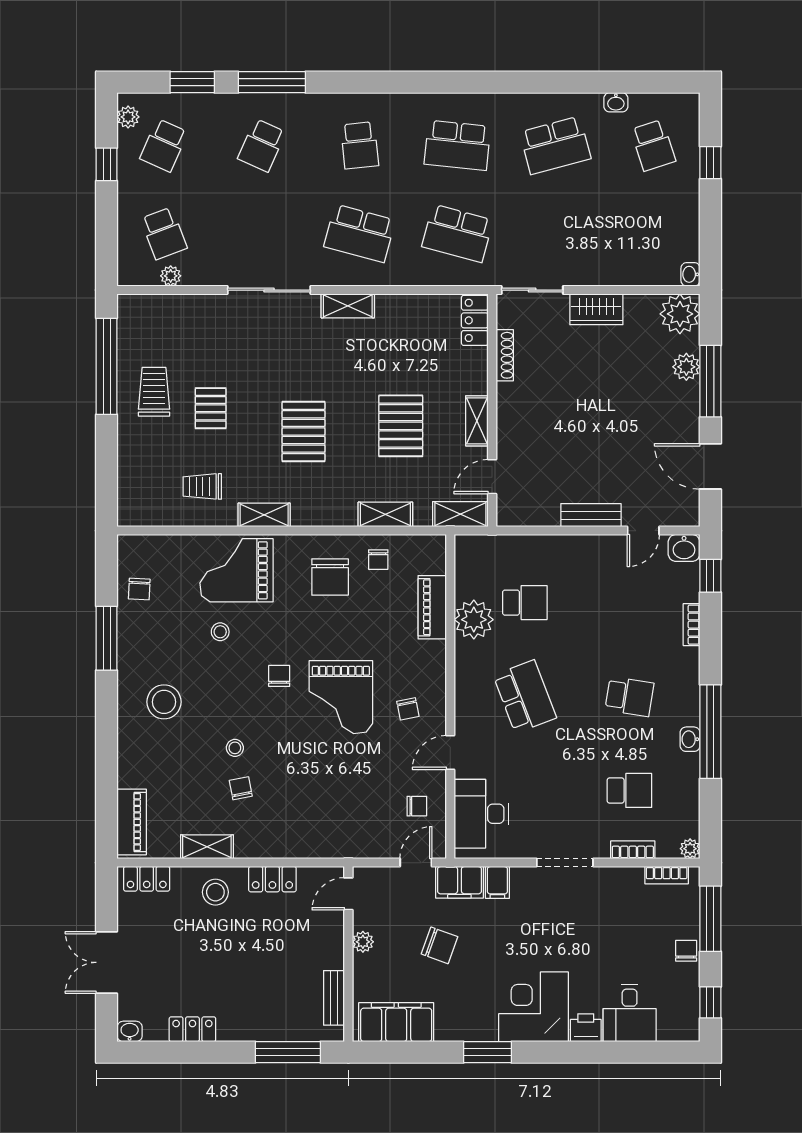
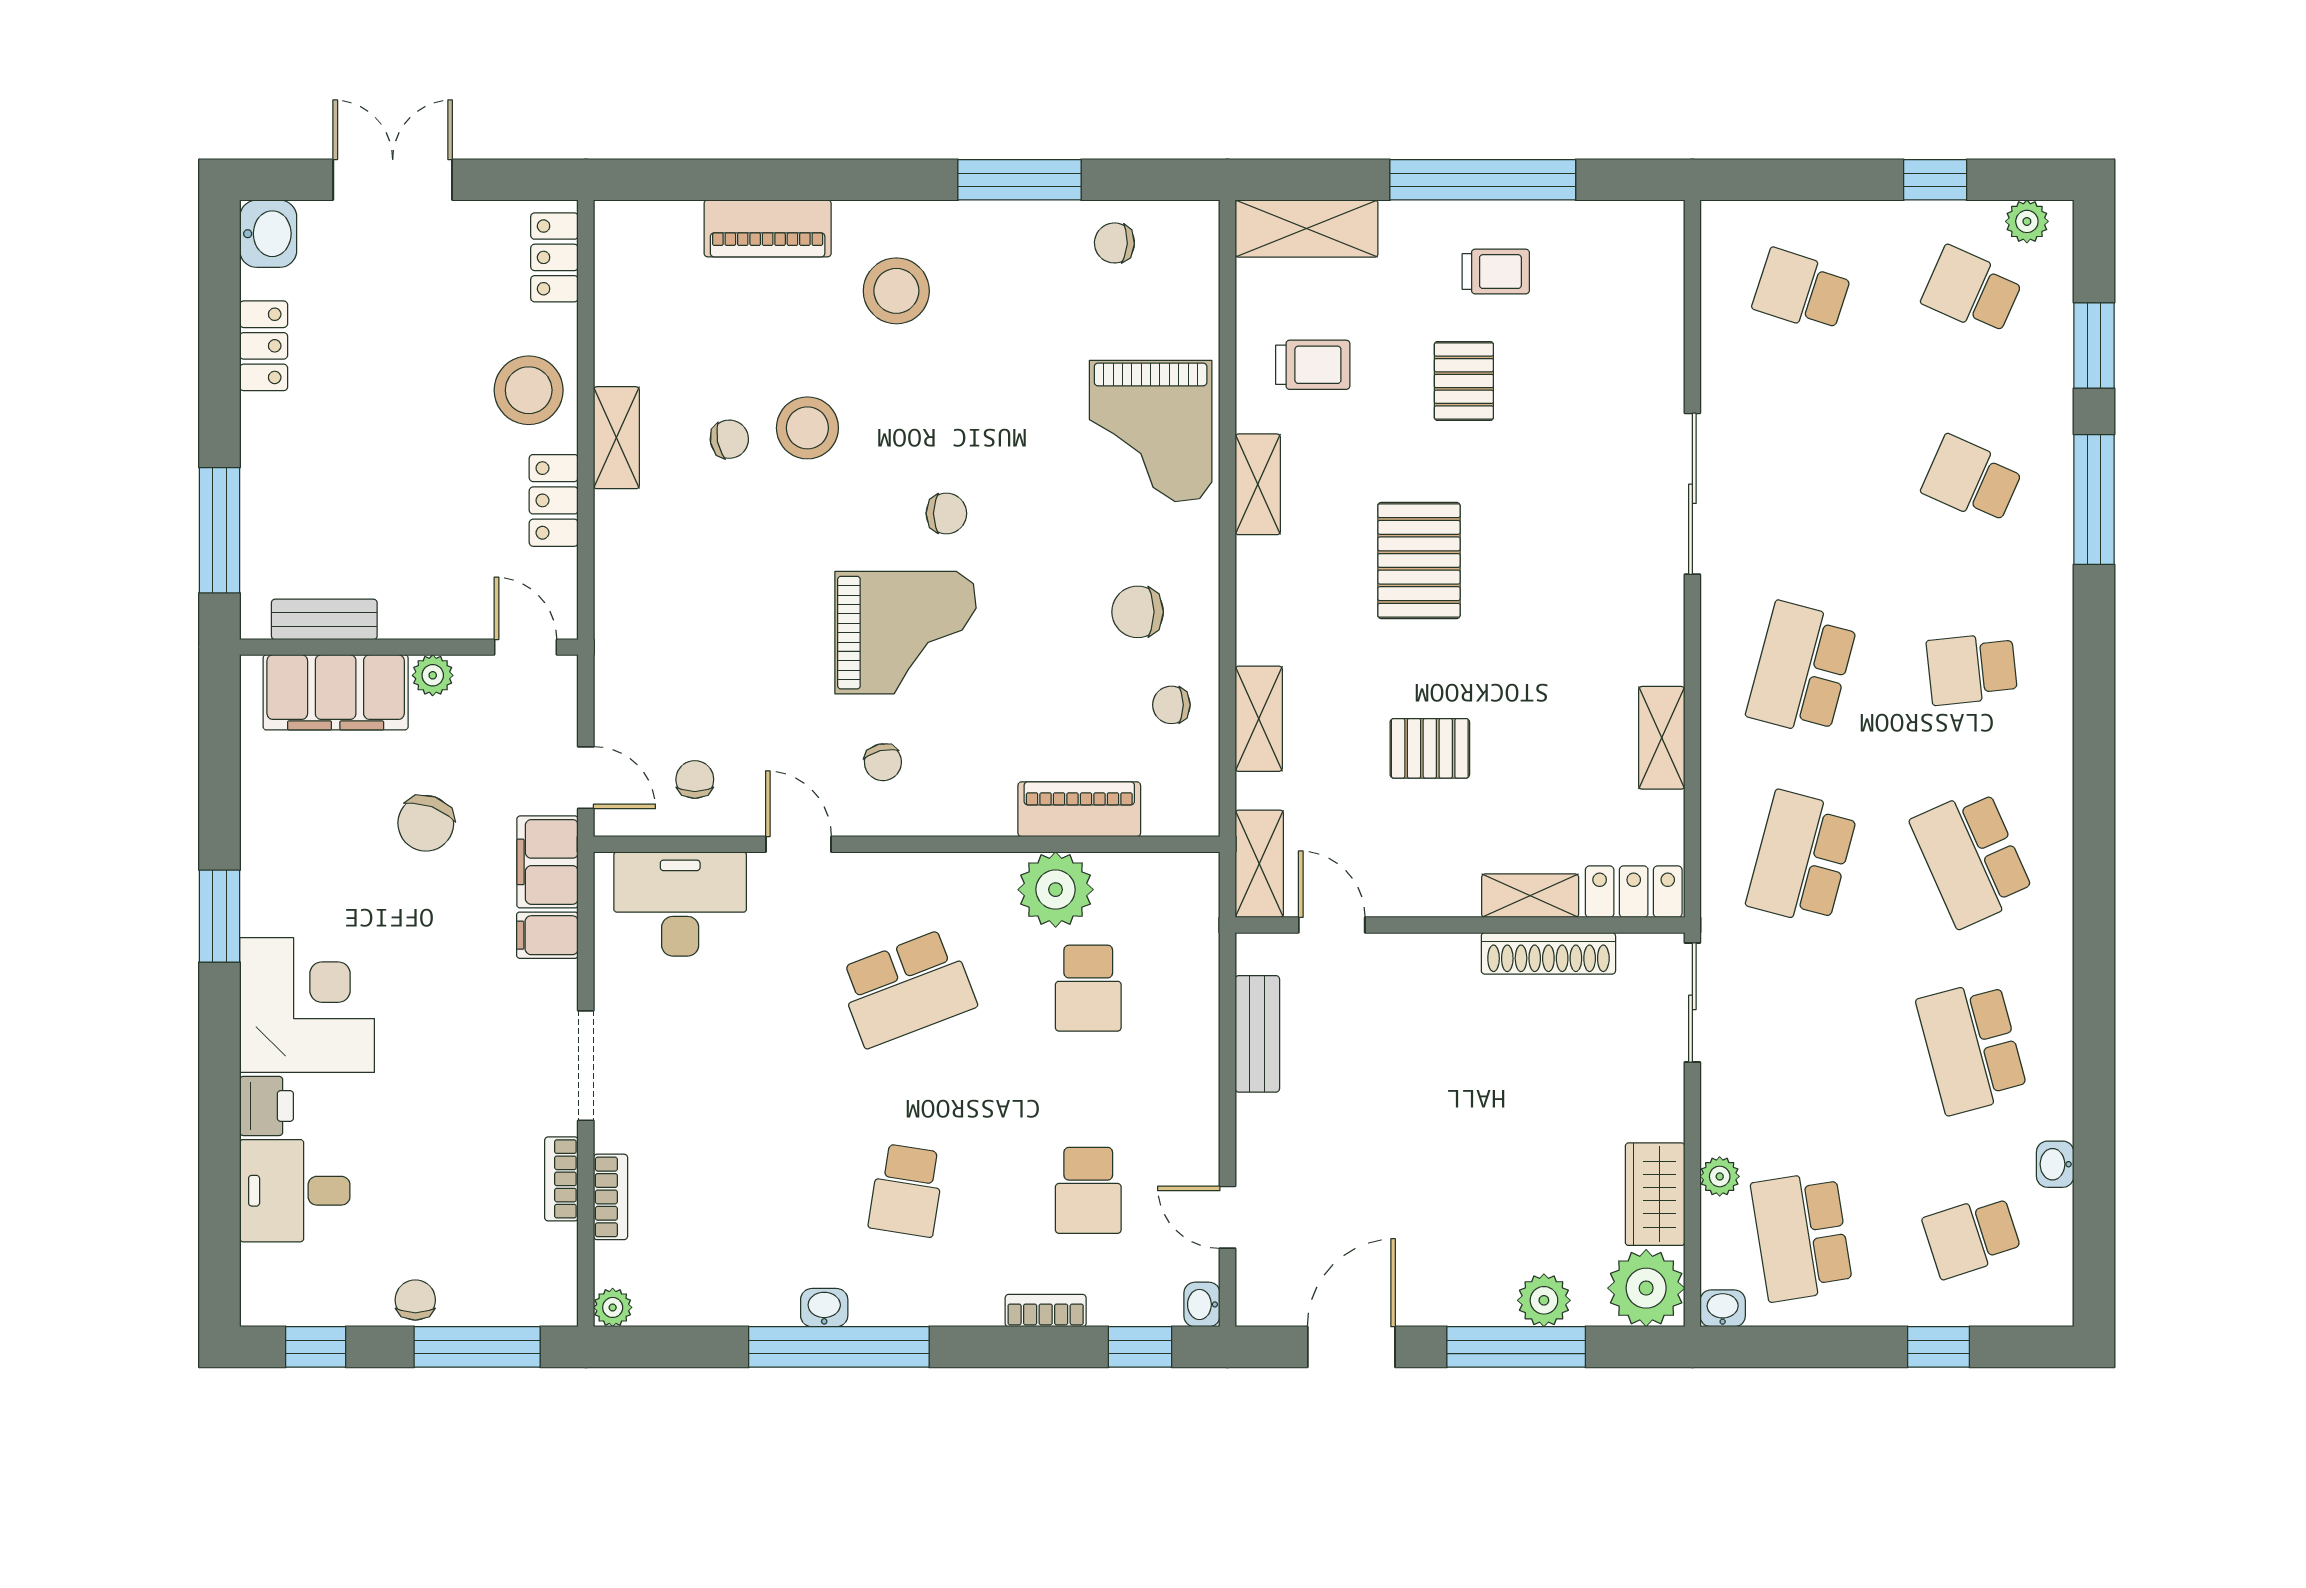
school desk: (457, 145) -> (1972, 858), turned -30
school desk: (164, 233) -> (1802, 291), turned 39
school desk: (653, 233) -> (1802, 1236), added
plant: (171, 276) -> (1720, 1176), moved
shelving: (348, 306) -> (1662, 738), moved
wardrobe: (596, 309) -> (1655, 1194), moved
shoe rack: (505, 355) -> (1548, 953), width x1.36, depth x1.24
window: (107, 366) -> (1483, 180), moved
trolley: (154, 392) -> (1496, 272), width x0.73, depth x0.72
pallet: (211, 408) -> (1464, 381), turned 90
shelving: (477, 421) -> (1530, 896), moved
pallet: (401, 426) -> (1430, 748), width x0.67, depth x0.71
pallet: (304, 431) -> (1419, 561), turned 90
trolley: (202, 486) -> (1313, 365), turned 90
shelving: (132, 490) -> (1307, 229), added
bench: (591, 515) -> (1257, 1034), moved
washbasin: (684, 548) -> (1202, 1304), width x0.72, depth x0.69
grand piano: (236, 570) -> (1151, 431), turned 180
chair: (330, 577) -> (1138, 612), width x0.73, depth x0.73
stool: (220, 632) -> (1032, 400), removed
grand piano: (341, 697) -> (905, 633), turned 180
chair: (408, 709) -> (883, 762), turned -93
stool: (235, 748) -> (807, 428), width x1.89, depth x1.89
school desk: (629, 790) -> (1088, 1190), moved
chair: (417, 806) -> (695, 779), turned 180
piano: (132, 822) -> (768, 228), moved
shelving: (207, 847) -> (616, 438), moved
bookcase: (667, 875) -> (561, 1179), moved
stool: (215, 892) -> (529, 390), width x1.38, depth x1.38
chair: (686, 951) -> (415, 1300), turned -90
filing cabinet: (396, 1022) -> (336, 692), moved, turned 90
washbasin: (130, 1031) -> (268, 234), width x1.38, depth x1.45

